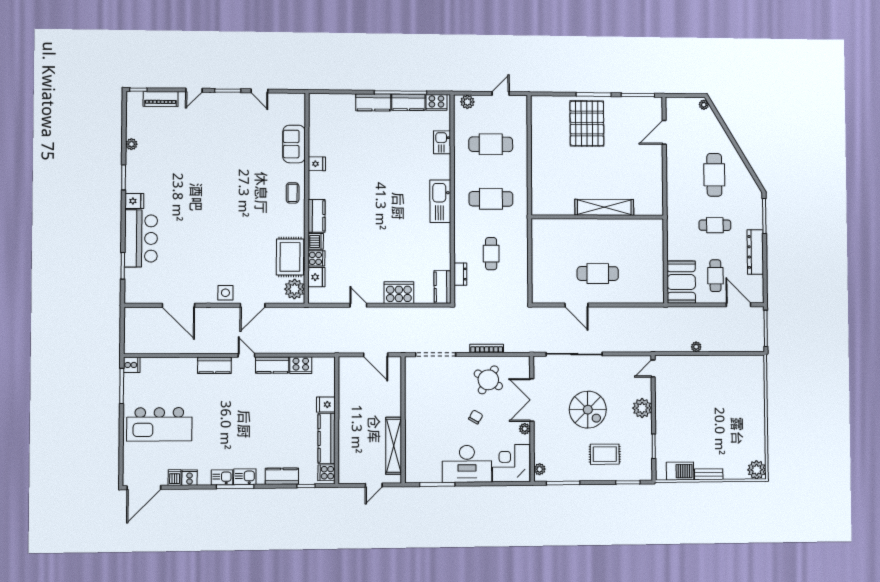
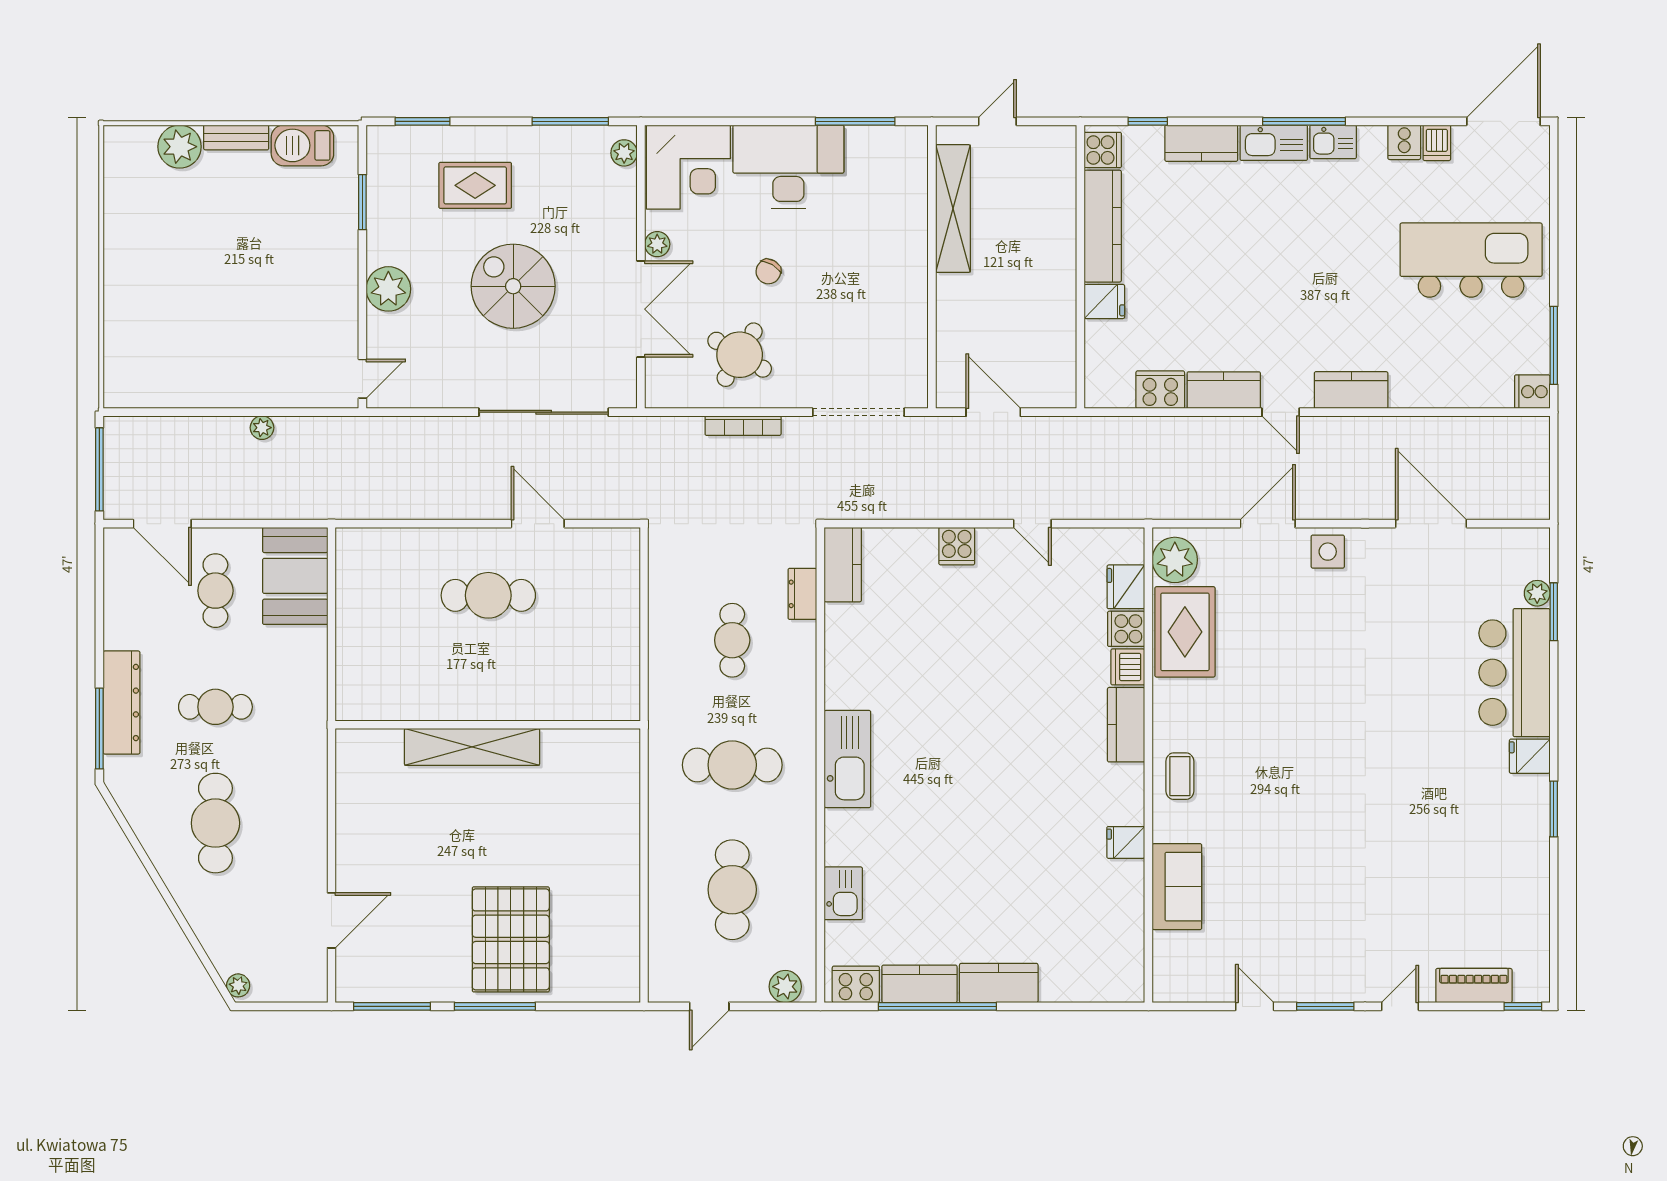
plant: (131, 144) -> (1537, 593), moved
cafe table: (491, 144) -> (732, 890), turned 90
dresser: (755, 252) -> (121, 702), moved
cooker: (399, 293) -> (957, 546), width x0.53, depth x0.76
plant: (757, 470) -> (180, 147), moved
kitchen sink: (245, 477) -> (1274, 143), width x1.38

